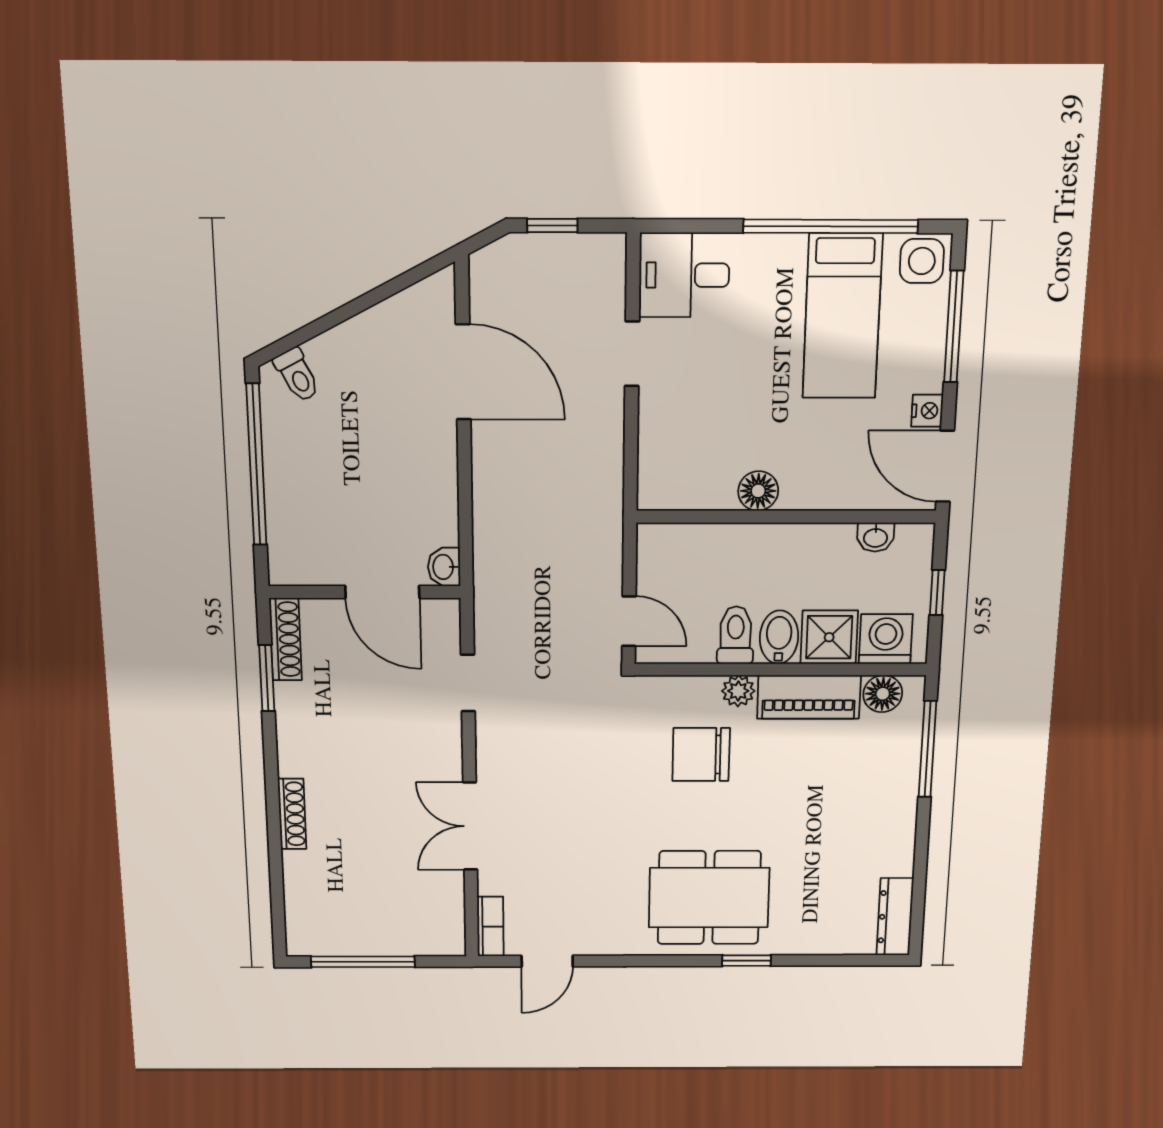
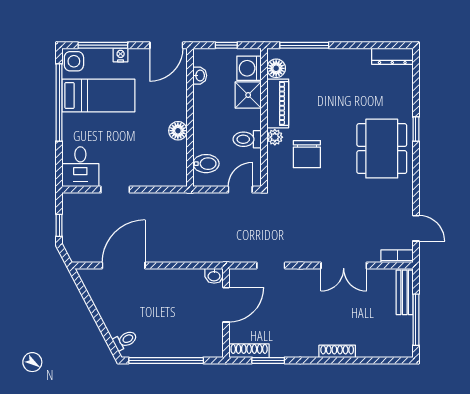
nightstand: (927, 411) -> (121, 55), moved
bidet: (779, 637) -> (206, 164), moved, turned 180
bench: (418, 941) -> (405, 292), added

